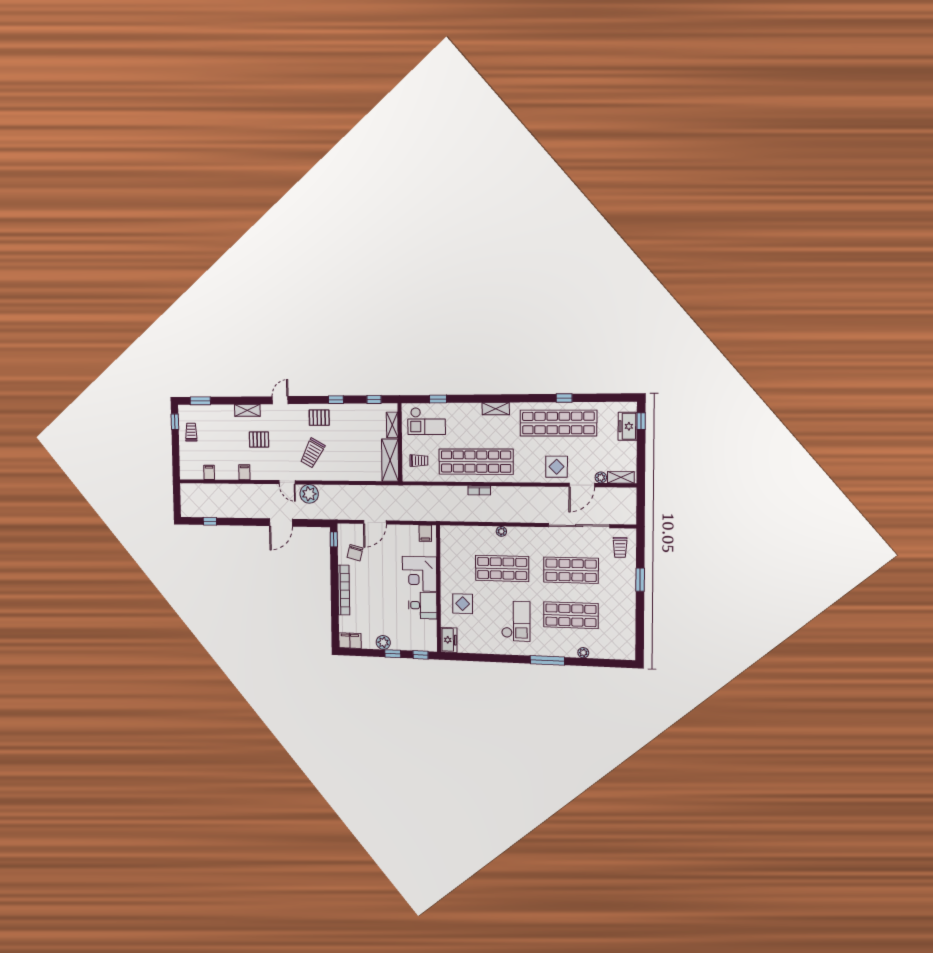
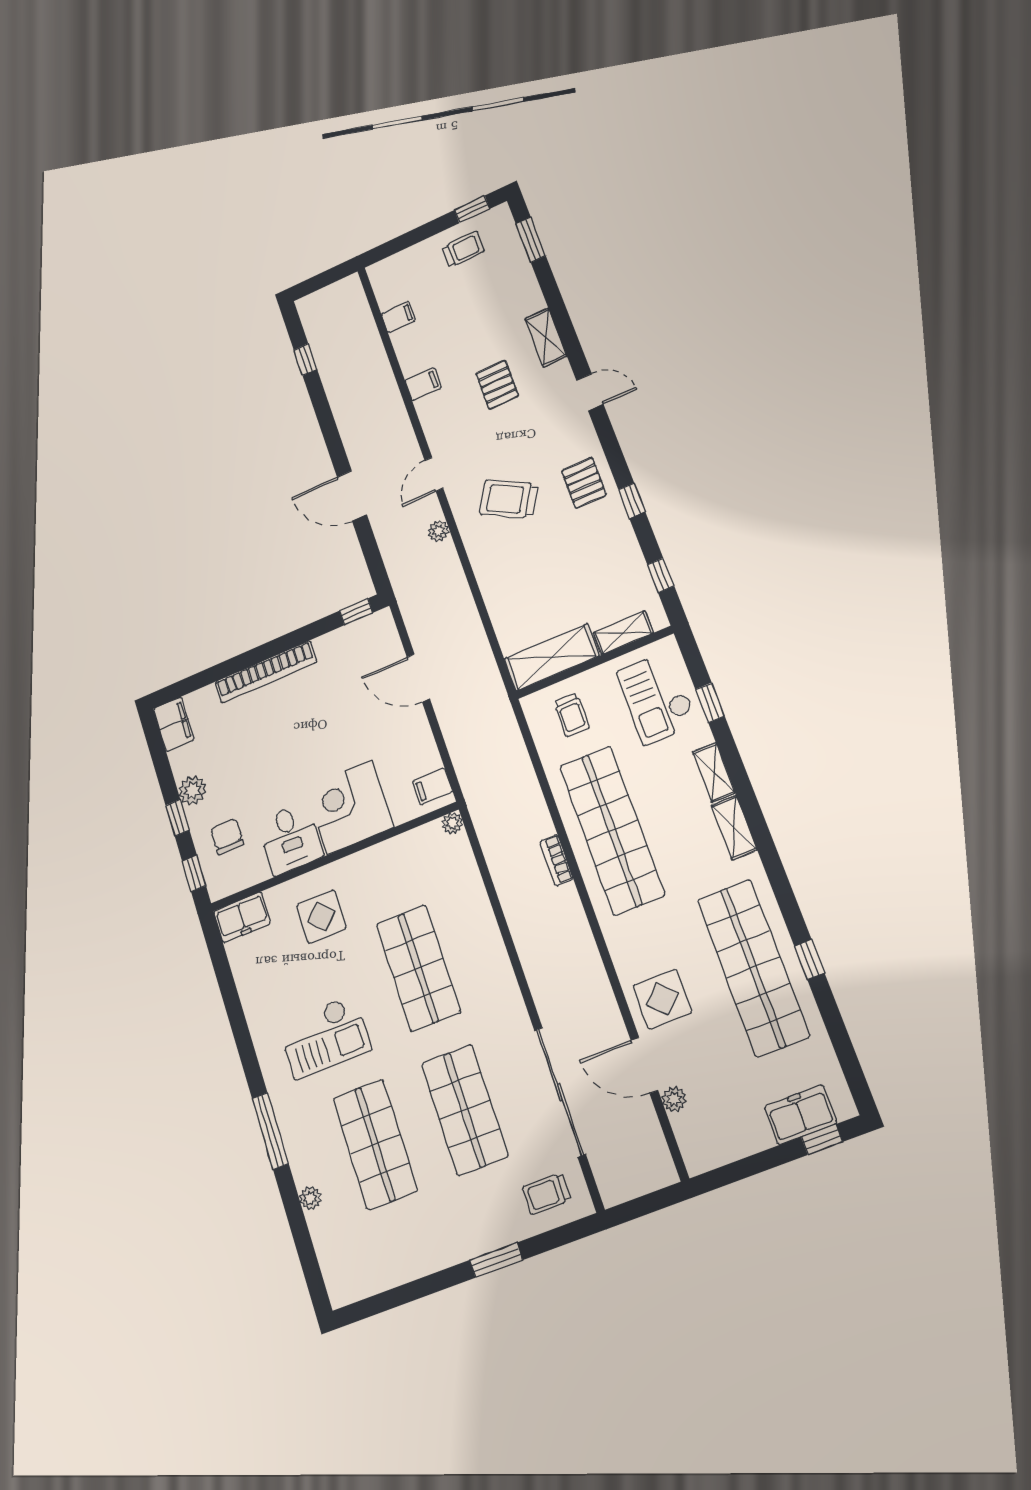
shelving: (621, 477) -> (714, 772), moved
plant: (309, 494) -> (438, 531), width x0.53, depth x0.53
plant: (501, 531) -> (452, 823), moved
chair: (355, 553) -> (227, 836), moved, turned 76

